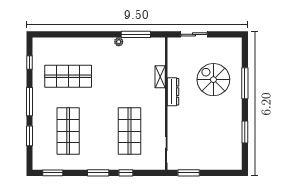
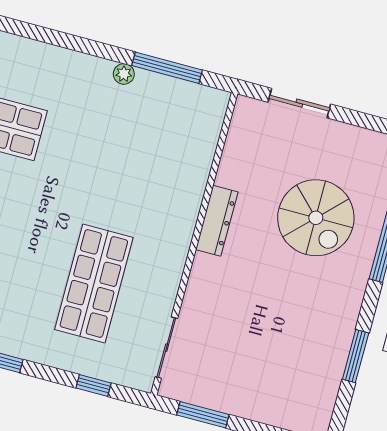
shelving: (160, 77) -> (197, 179), removed
spiral stairs: (213, 80) -> (316, 218), turned 180
window: (126, 173) -> (93, 385), moved

